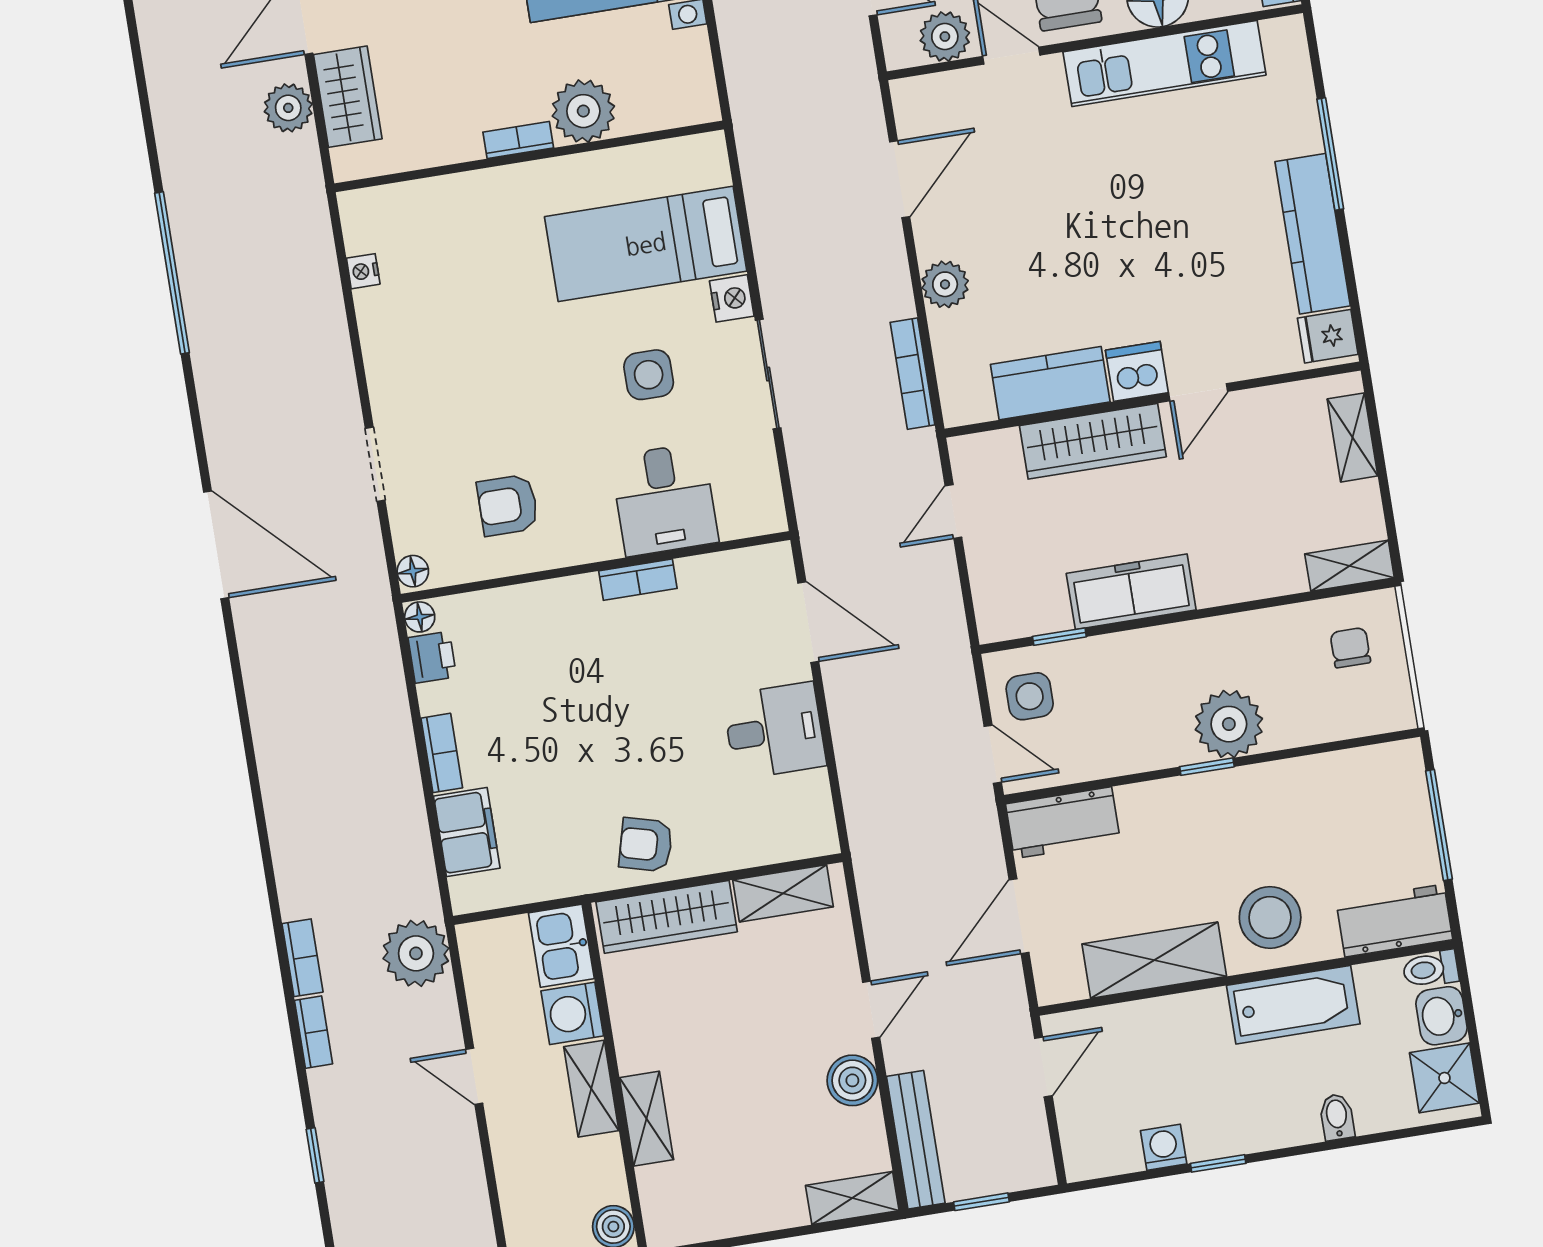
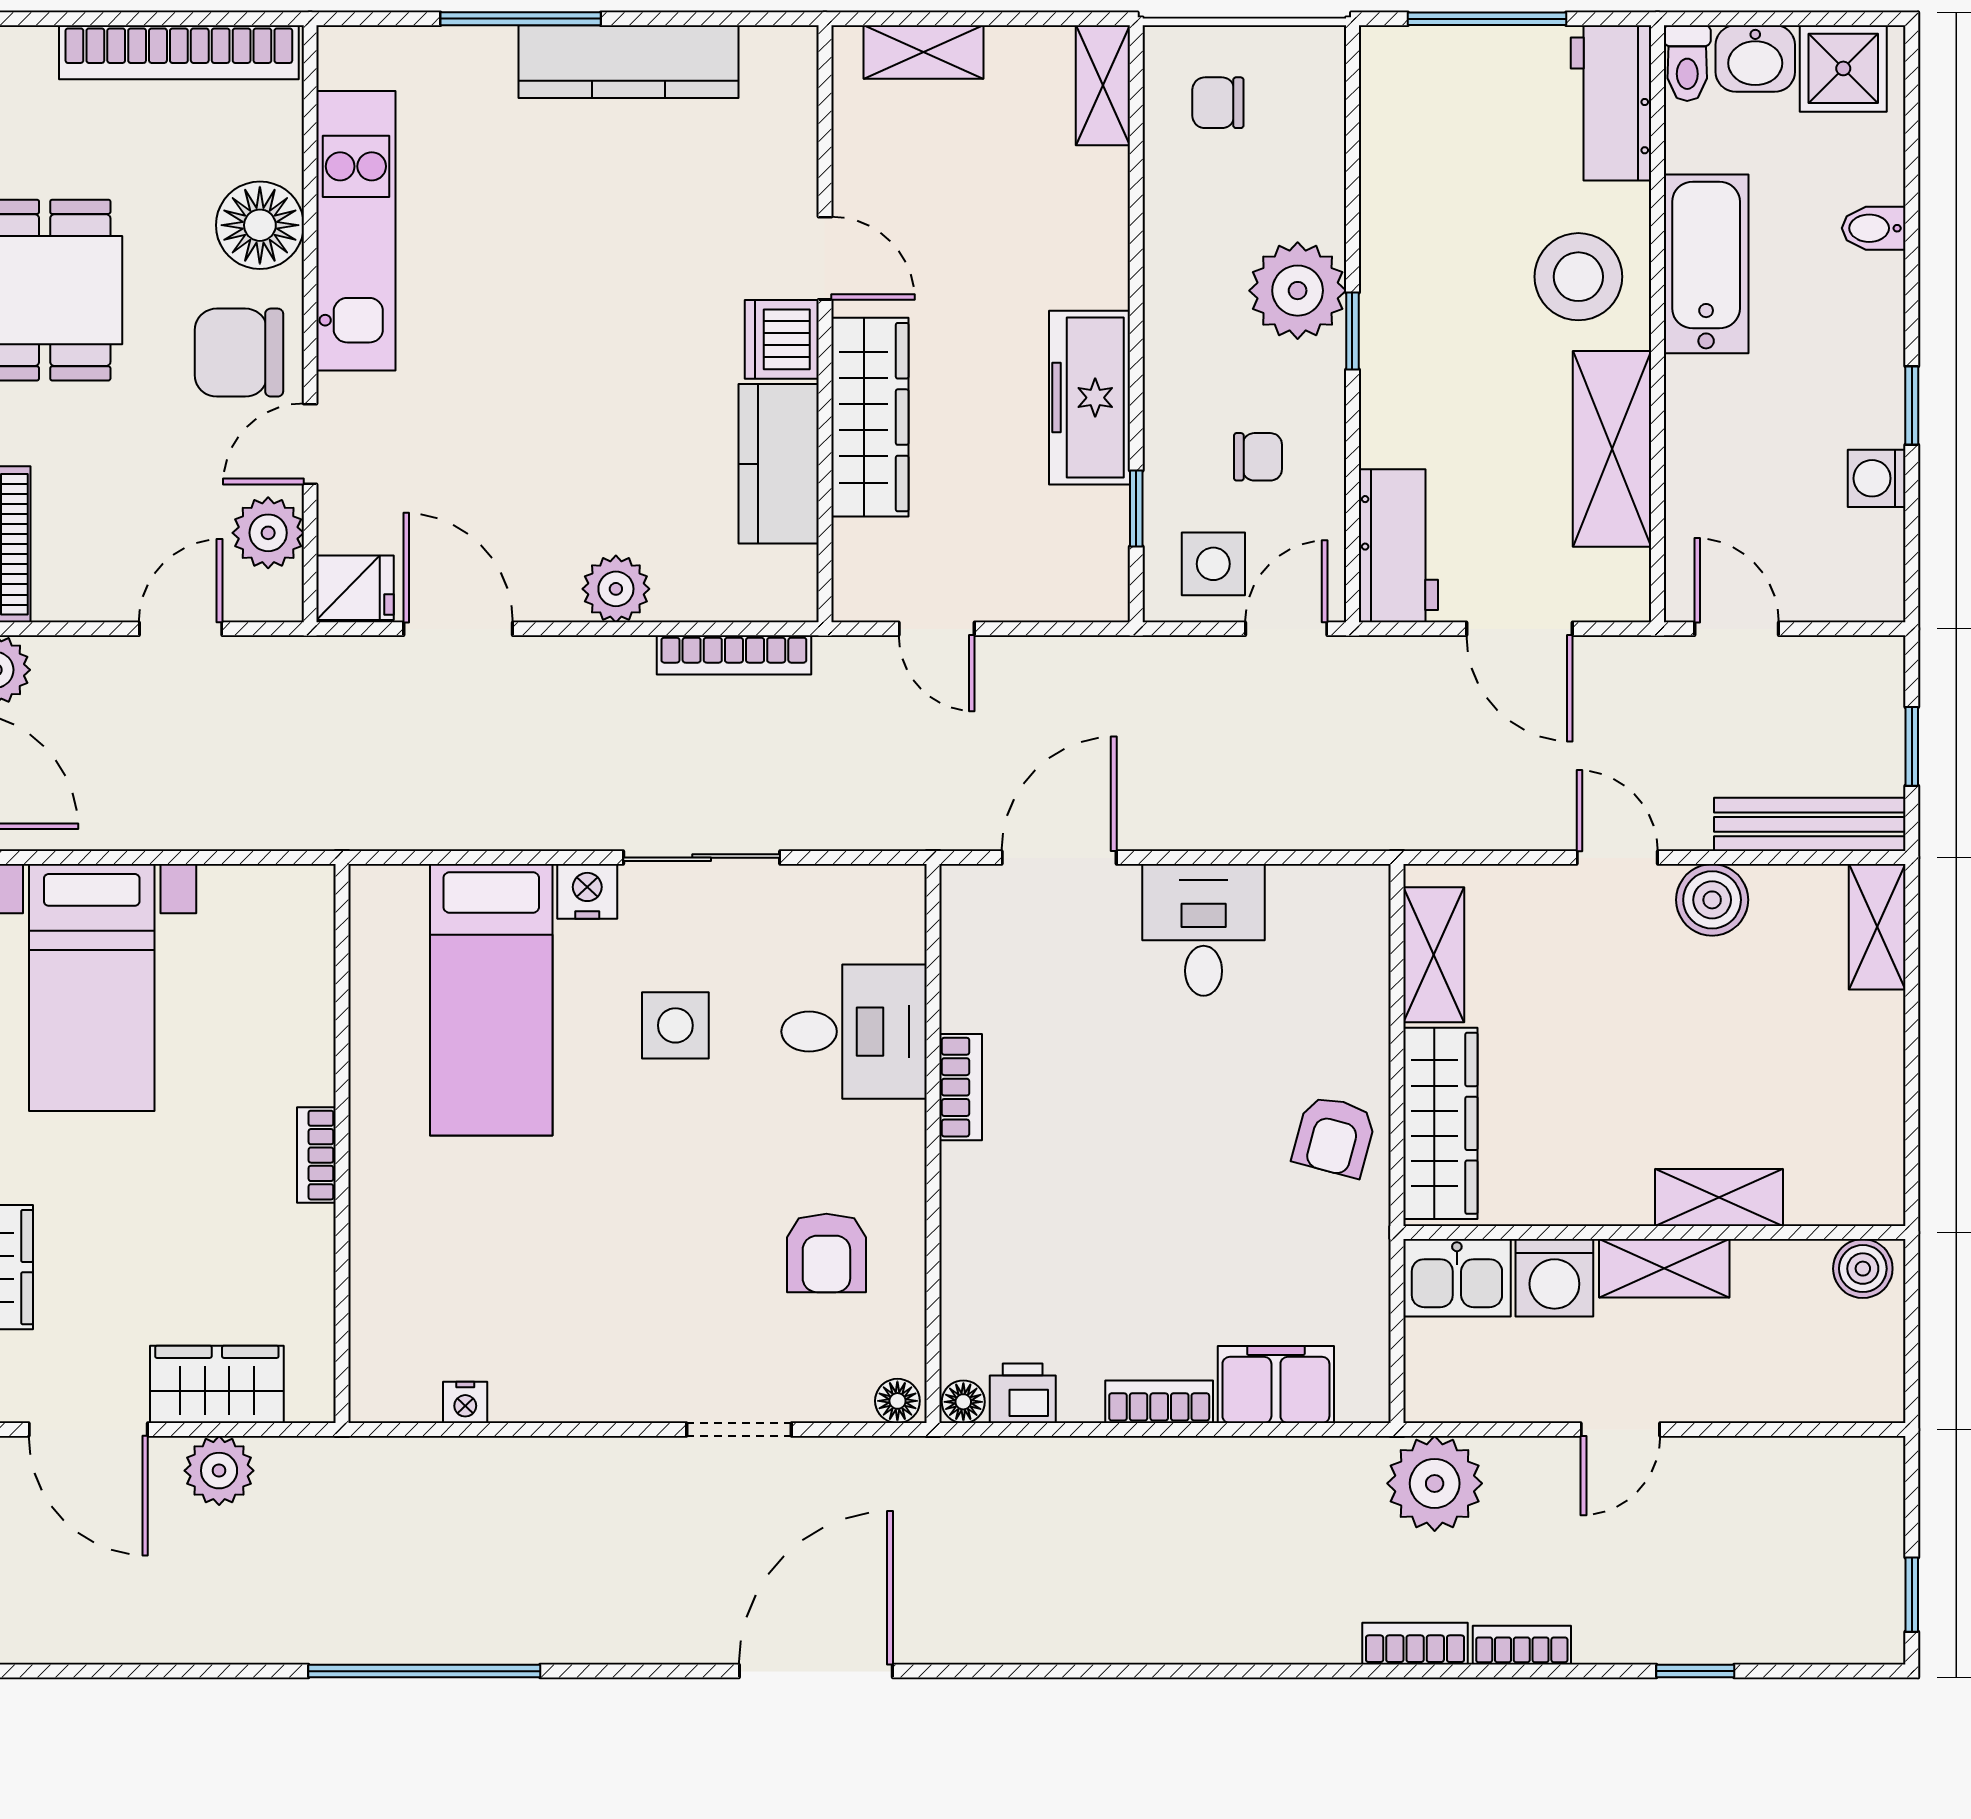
plant: (583, 111) -> (291, 1057), removed
fridge: (1328, 336) -> (355, 588), moved, turned -90
chair: (1109, 715) -> (1258, 457), added

